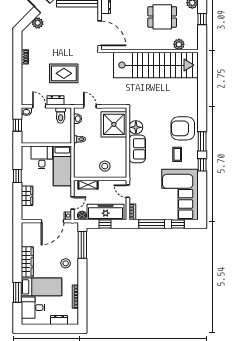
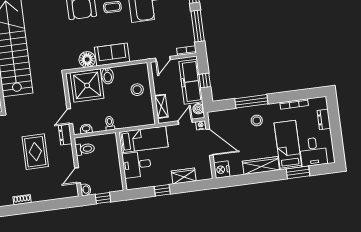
dresser: (56, 100) -> (65, 135), moved
bidet: (120, 143) -> (108, 76), added
door: (72, 203) -> (185, 122), hinge flipped
nightstand: (28, 229) -> (222, 170), added
window: (82, 245) -> (251, 101), moved

